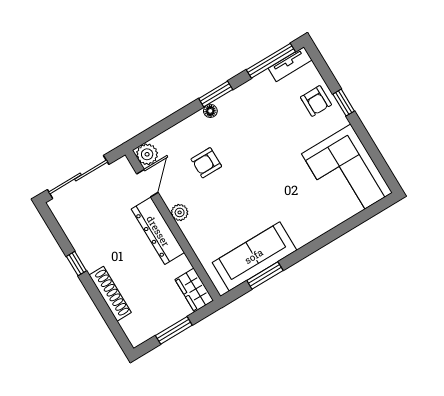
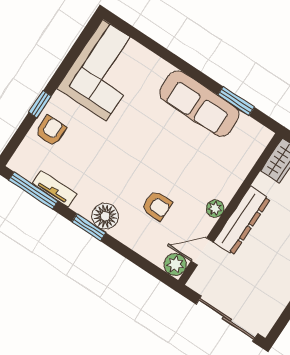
tv unit: (290, 64) -> (55, 189), moved
floor lamp: (210, 111) -> (105, 216), width x1.89, depth x1.89
sofa: (254, 256) -> (199, 104), moved

